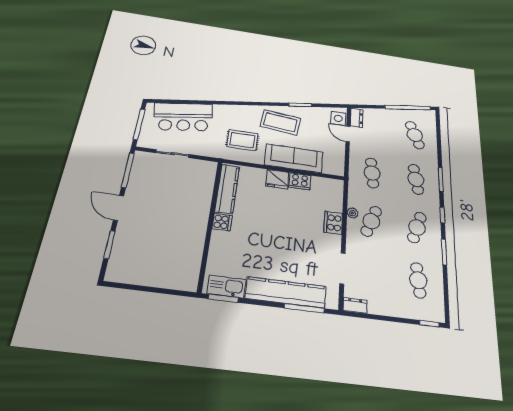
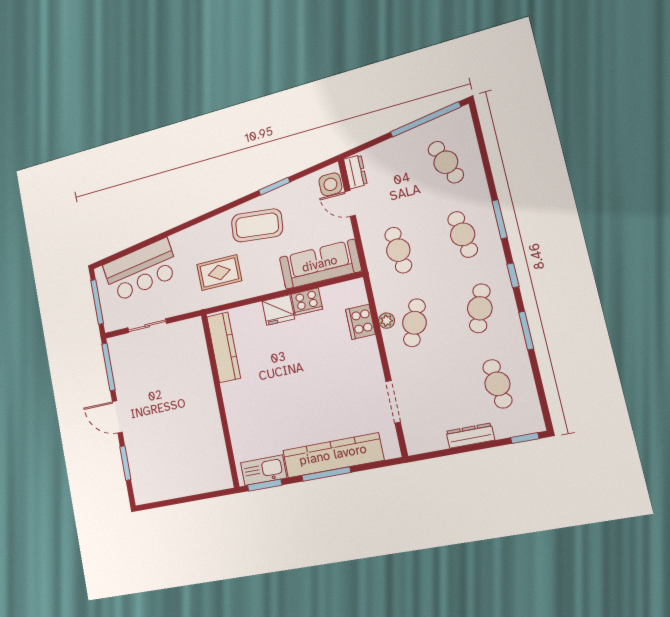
sofa: (294, 158) -> (320, 264), moved
cooker: (222, 222) -> (232, 393), removed
cooker: (333, 223) -> (360, 322), moved
dresser: (355, 305) -> (470, 436), moved, width x1.44
window: (304, 308) -> (326, 474), moved

